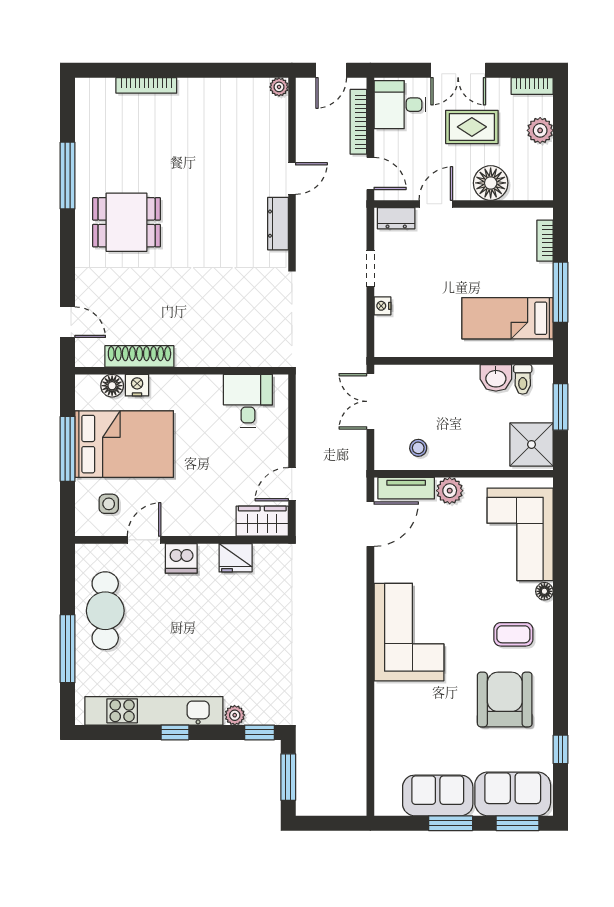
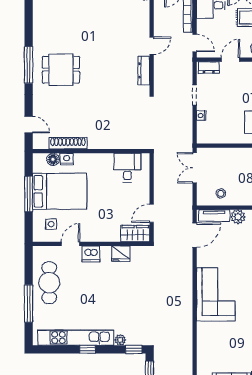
window: (68, 176) -> (29, 65), moved

